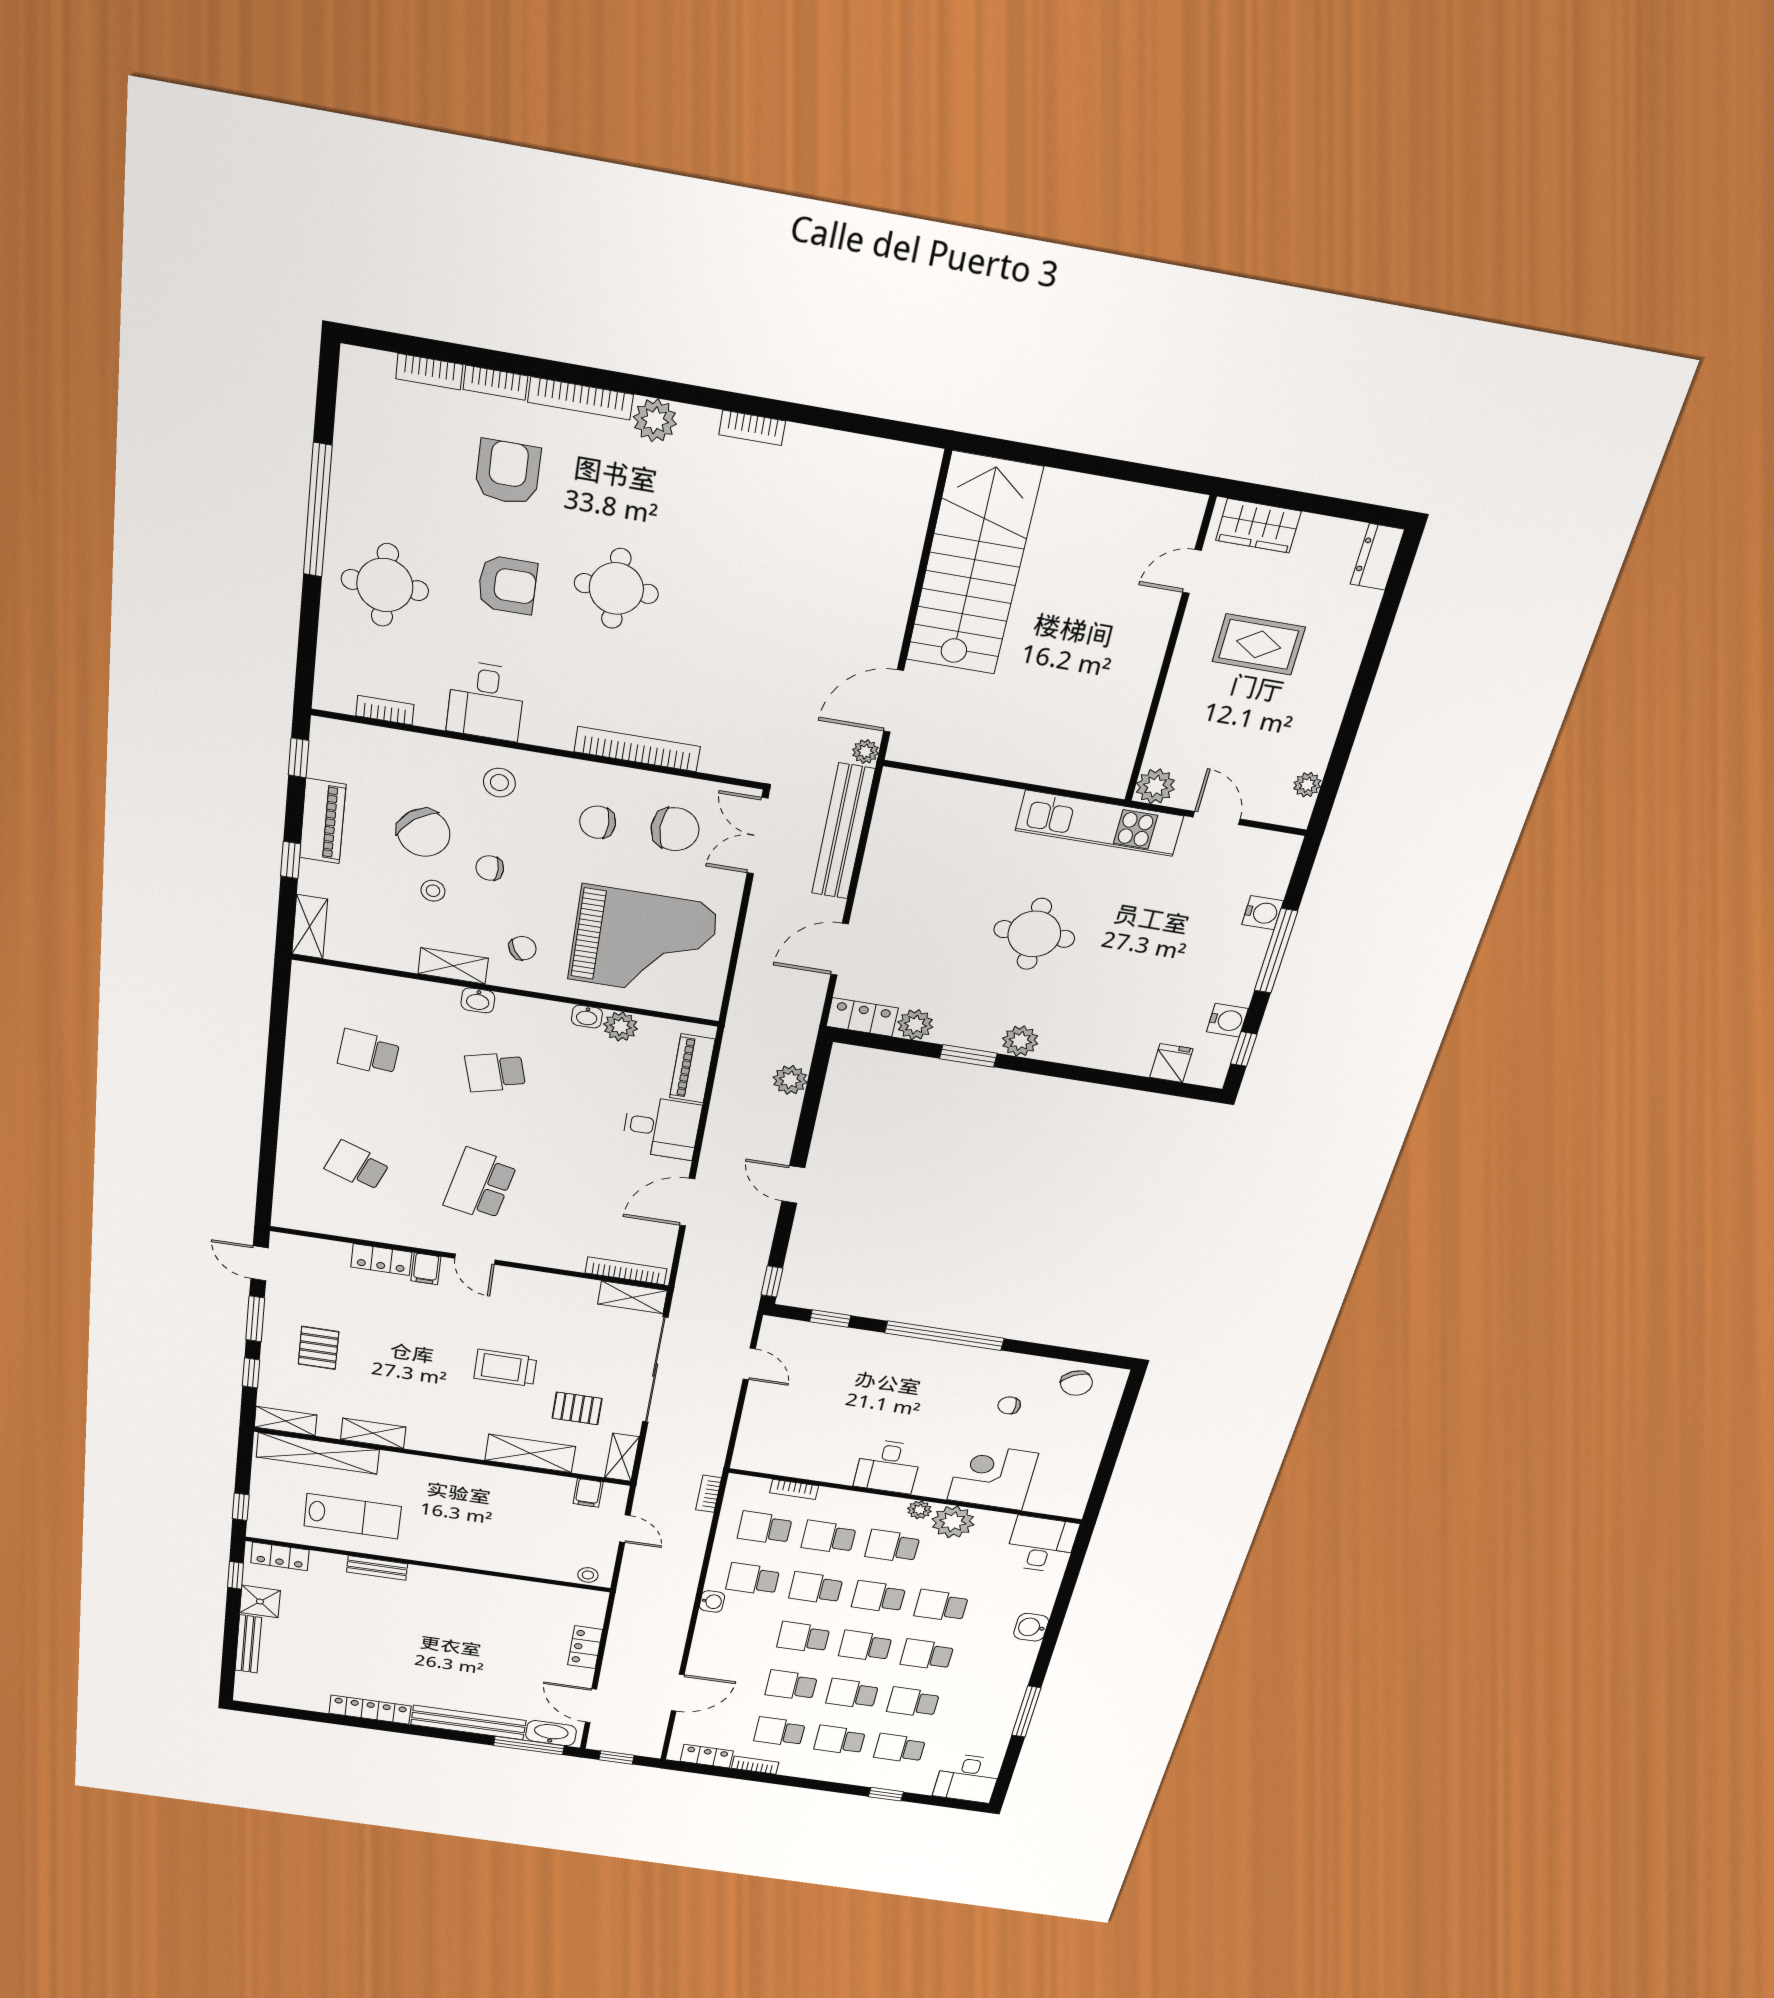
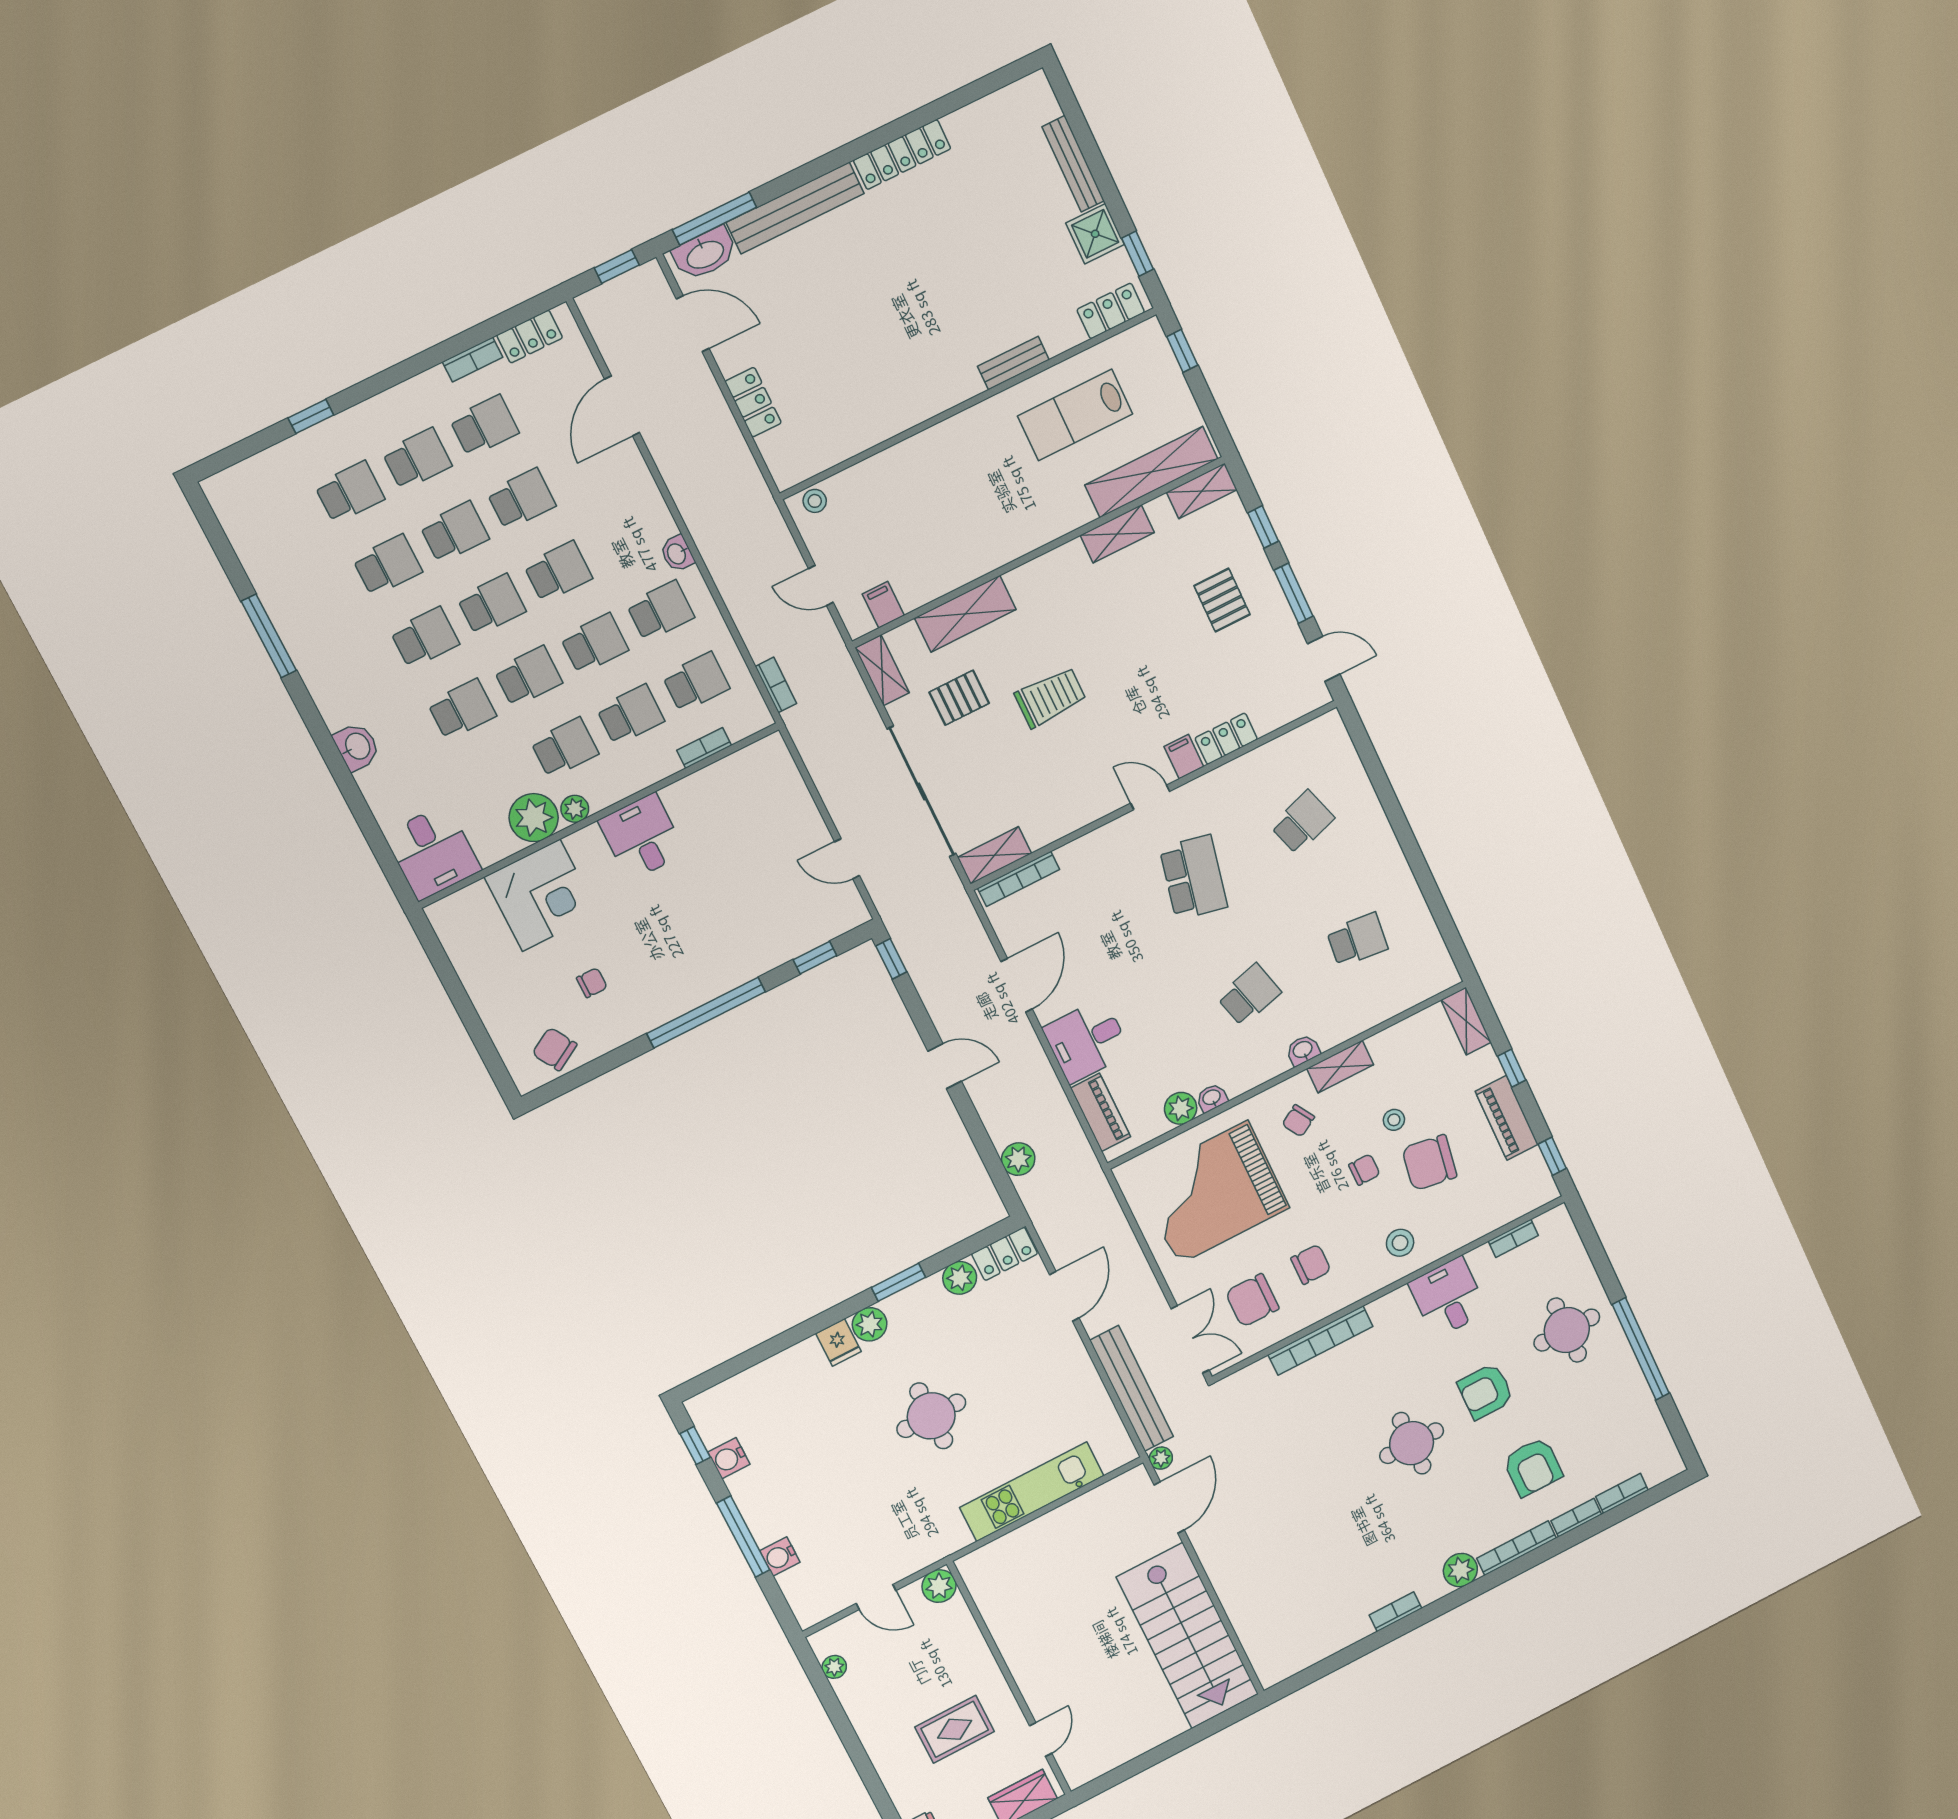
kitchen unit: (1099, 823) -> (1032, 1492), moved
chair: (424, 833) -> (1429, 1163), turned -42
fridge: (1171, 1063) -> (838, 1342), moved
school desk: (357, 1166) -> (1302, 822), turned -39
desk: (968, 1778) -> (249, 501), removed

